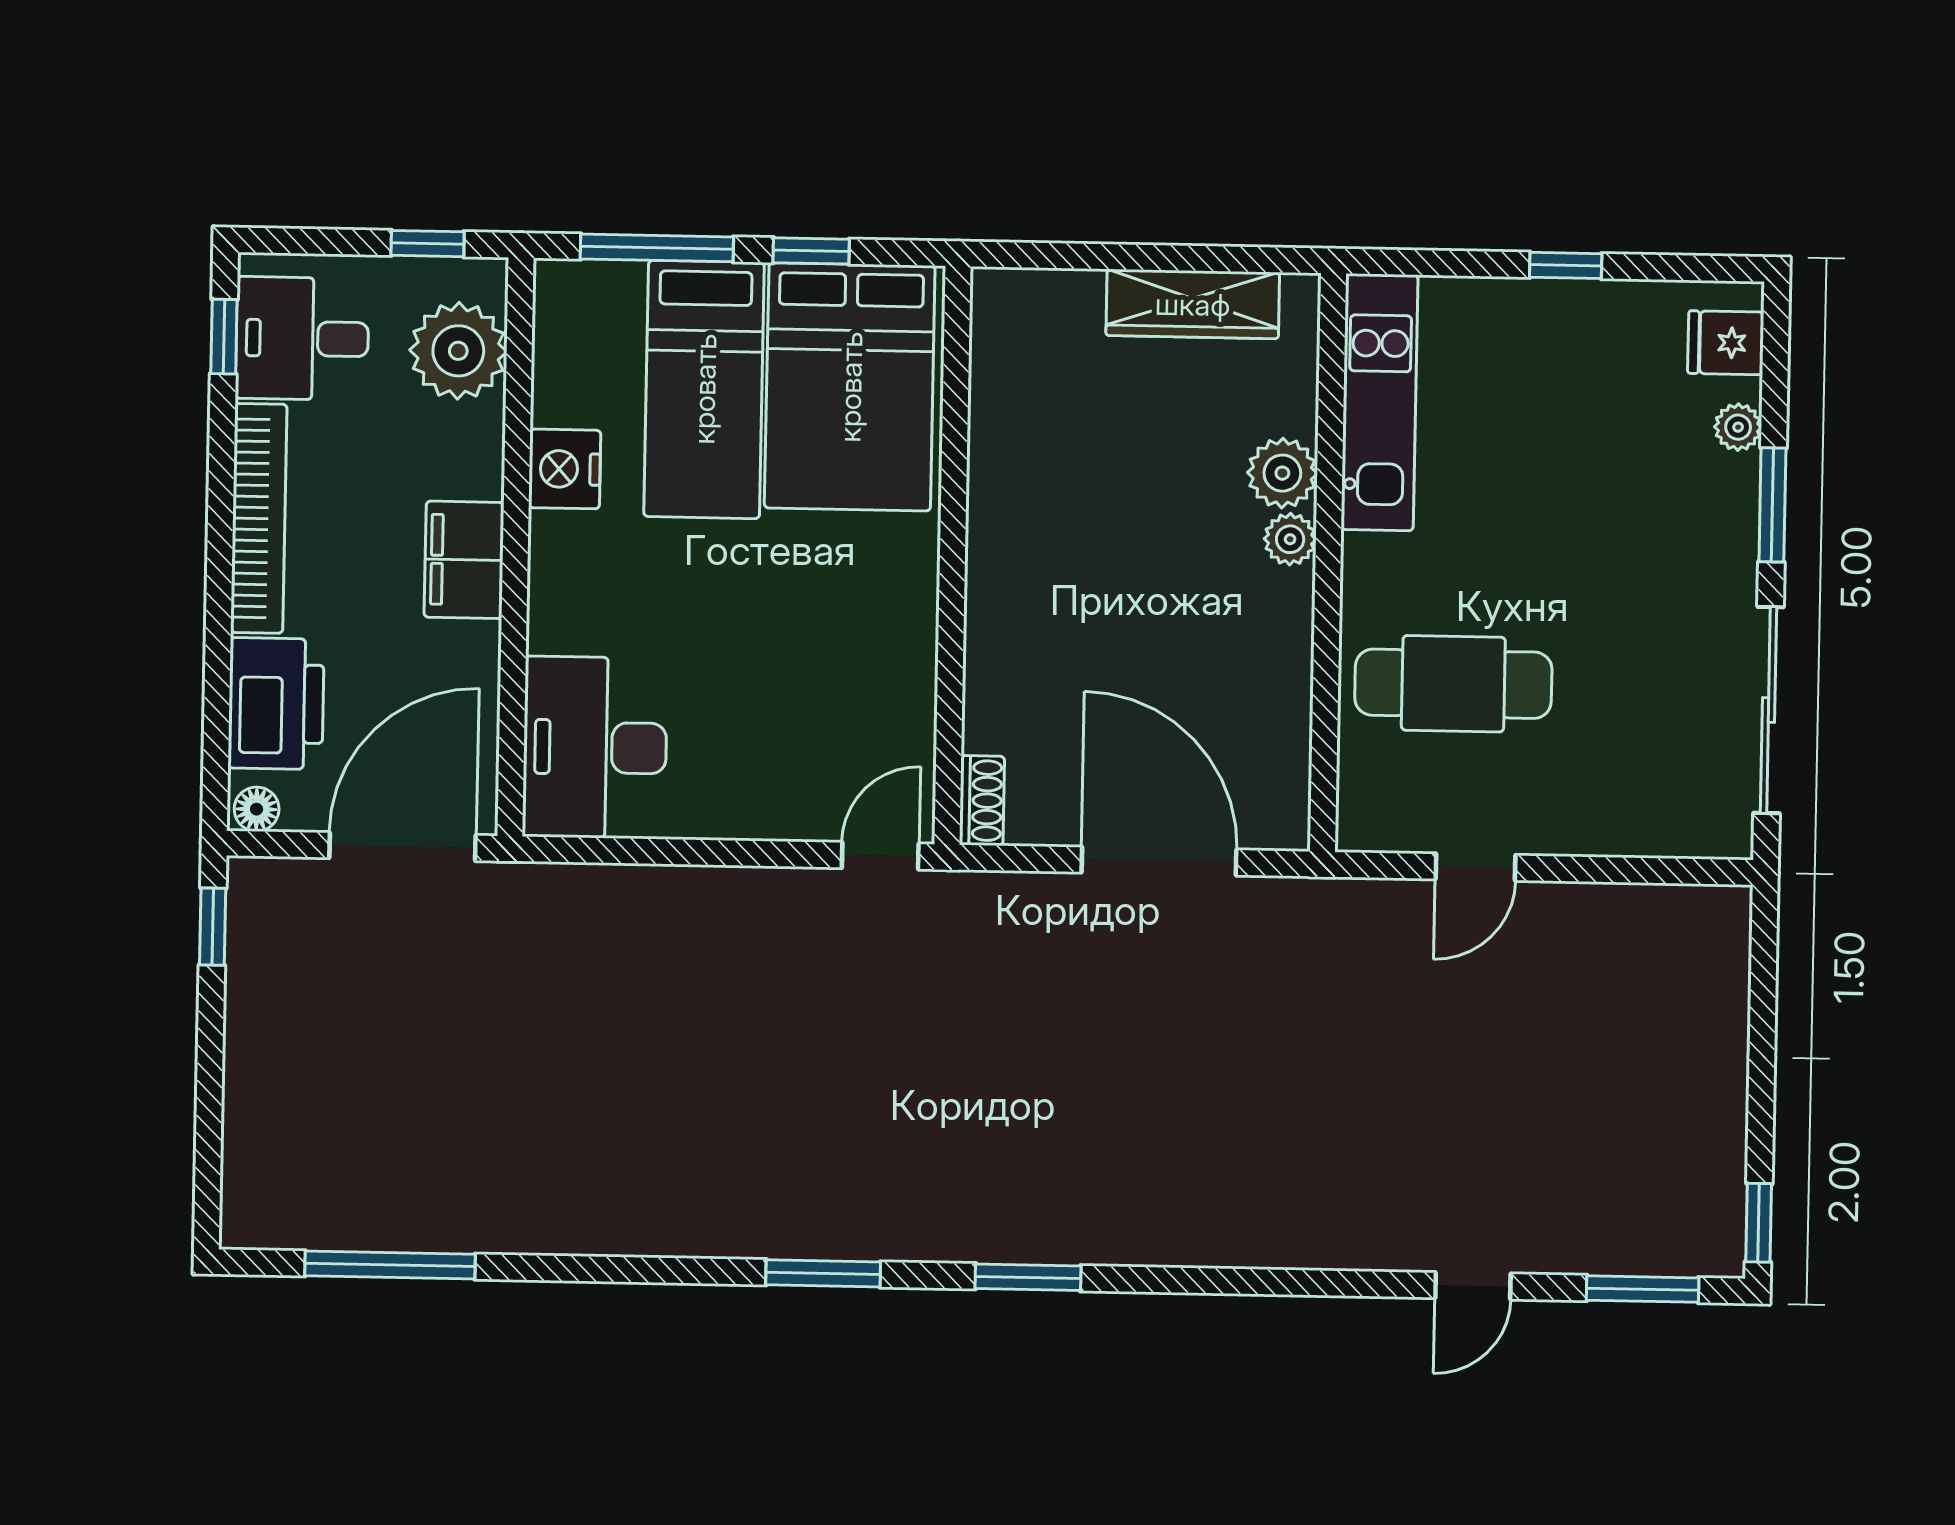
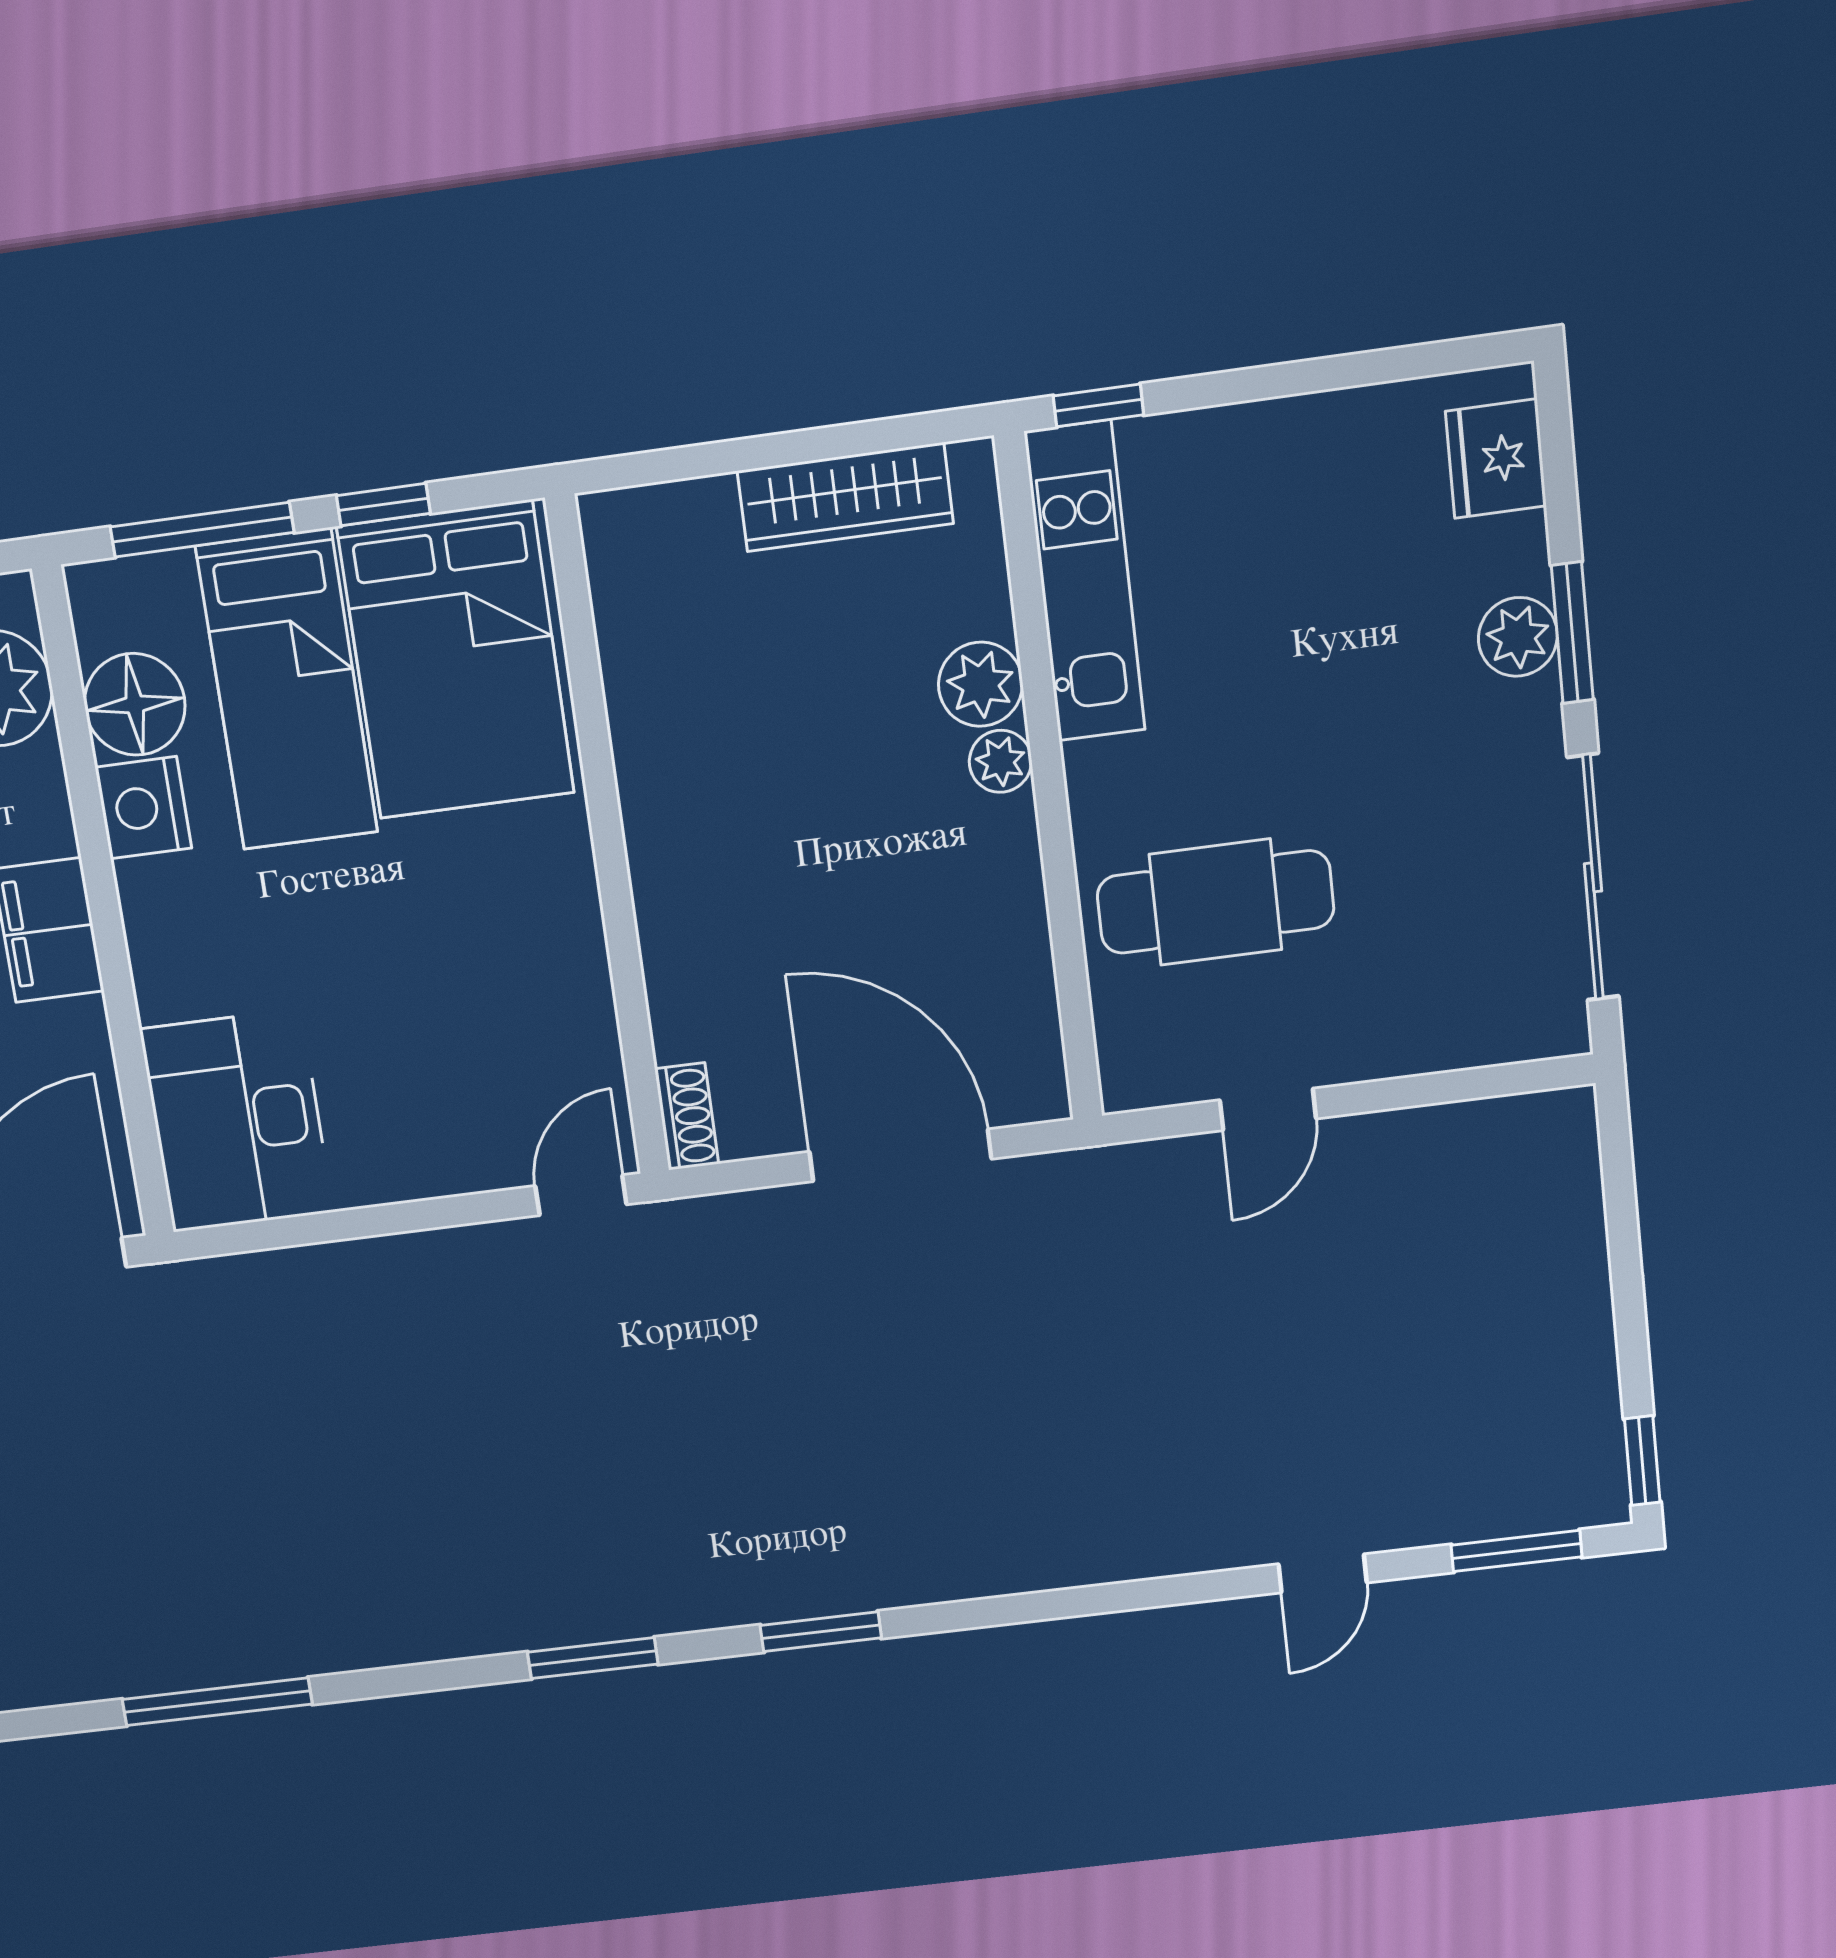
window: (1566, 265) -> (1098, 405), moved
fridge: (1726, 343) -> (1496, 459), width x1.38
floor lamp: (574, 382) -> (135, 704), added
plant: (1738, 427) -> (1518, 637), moved, width x1.38, depth x1.38
window: (390, 1265) -> (217, 1702), moved

